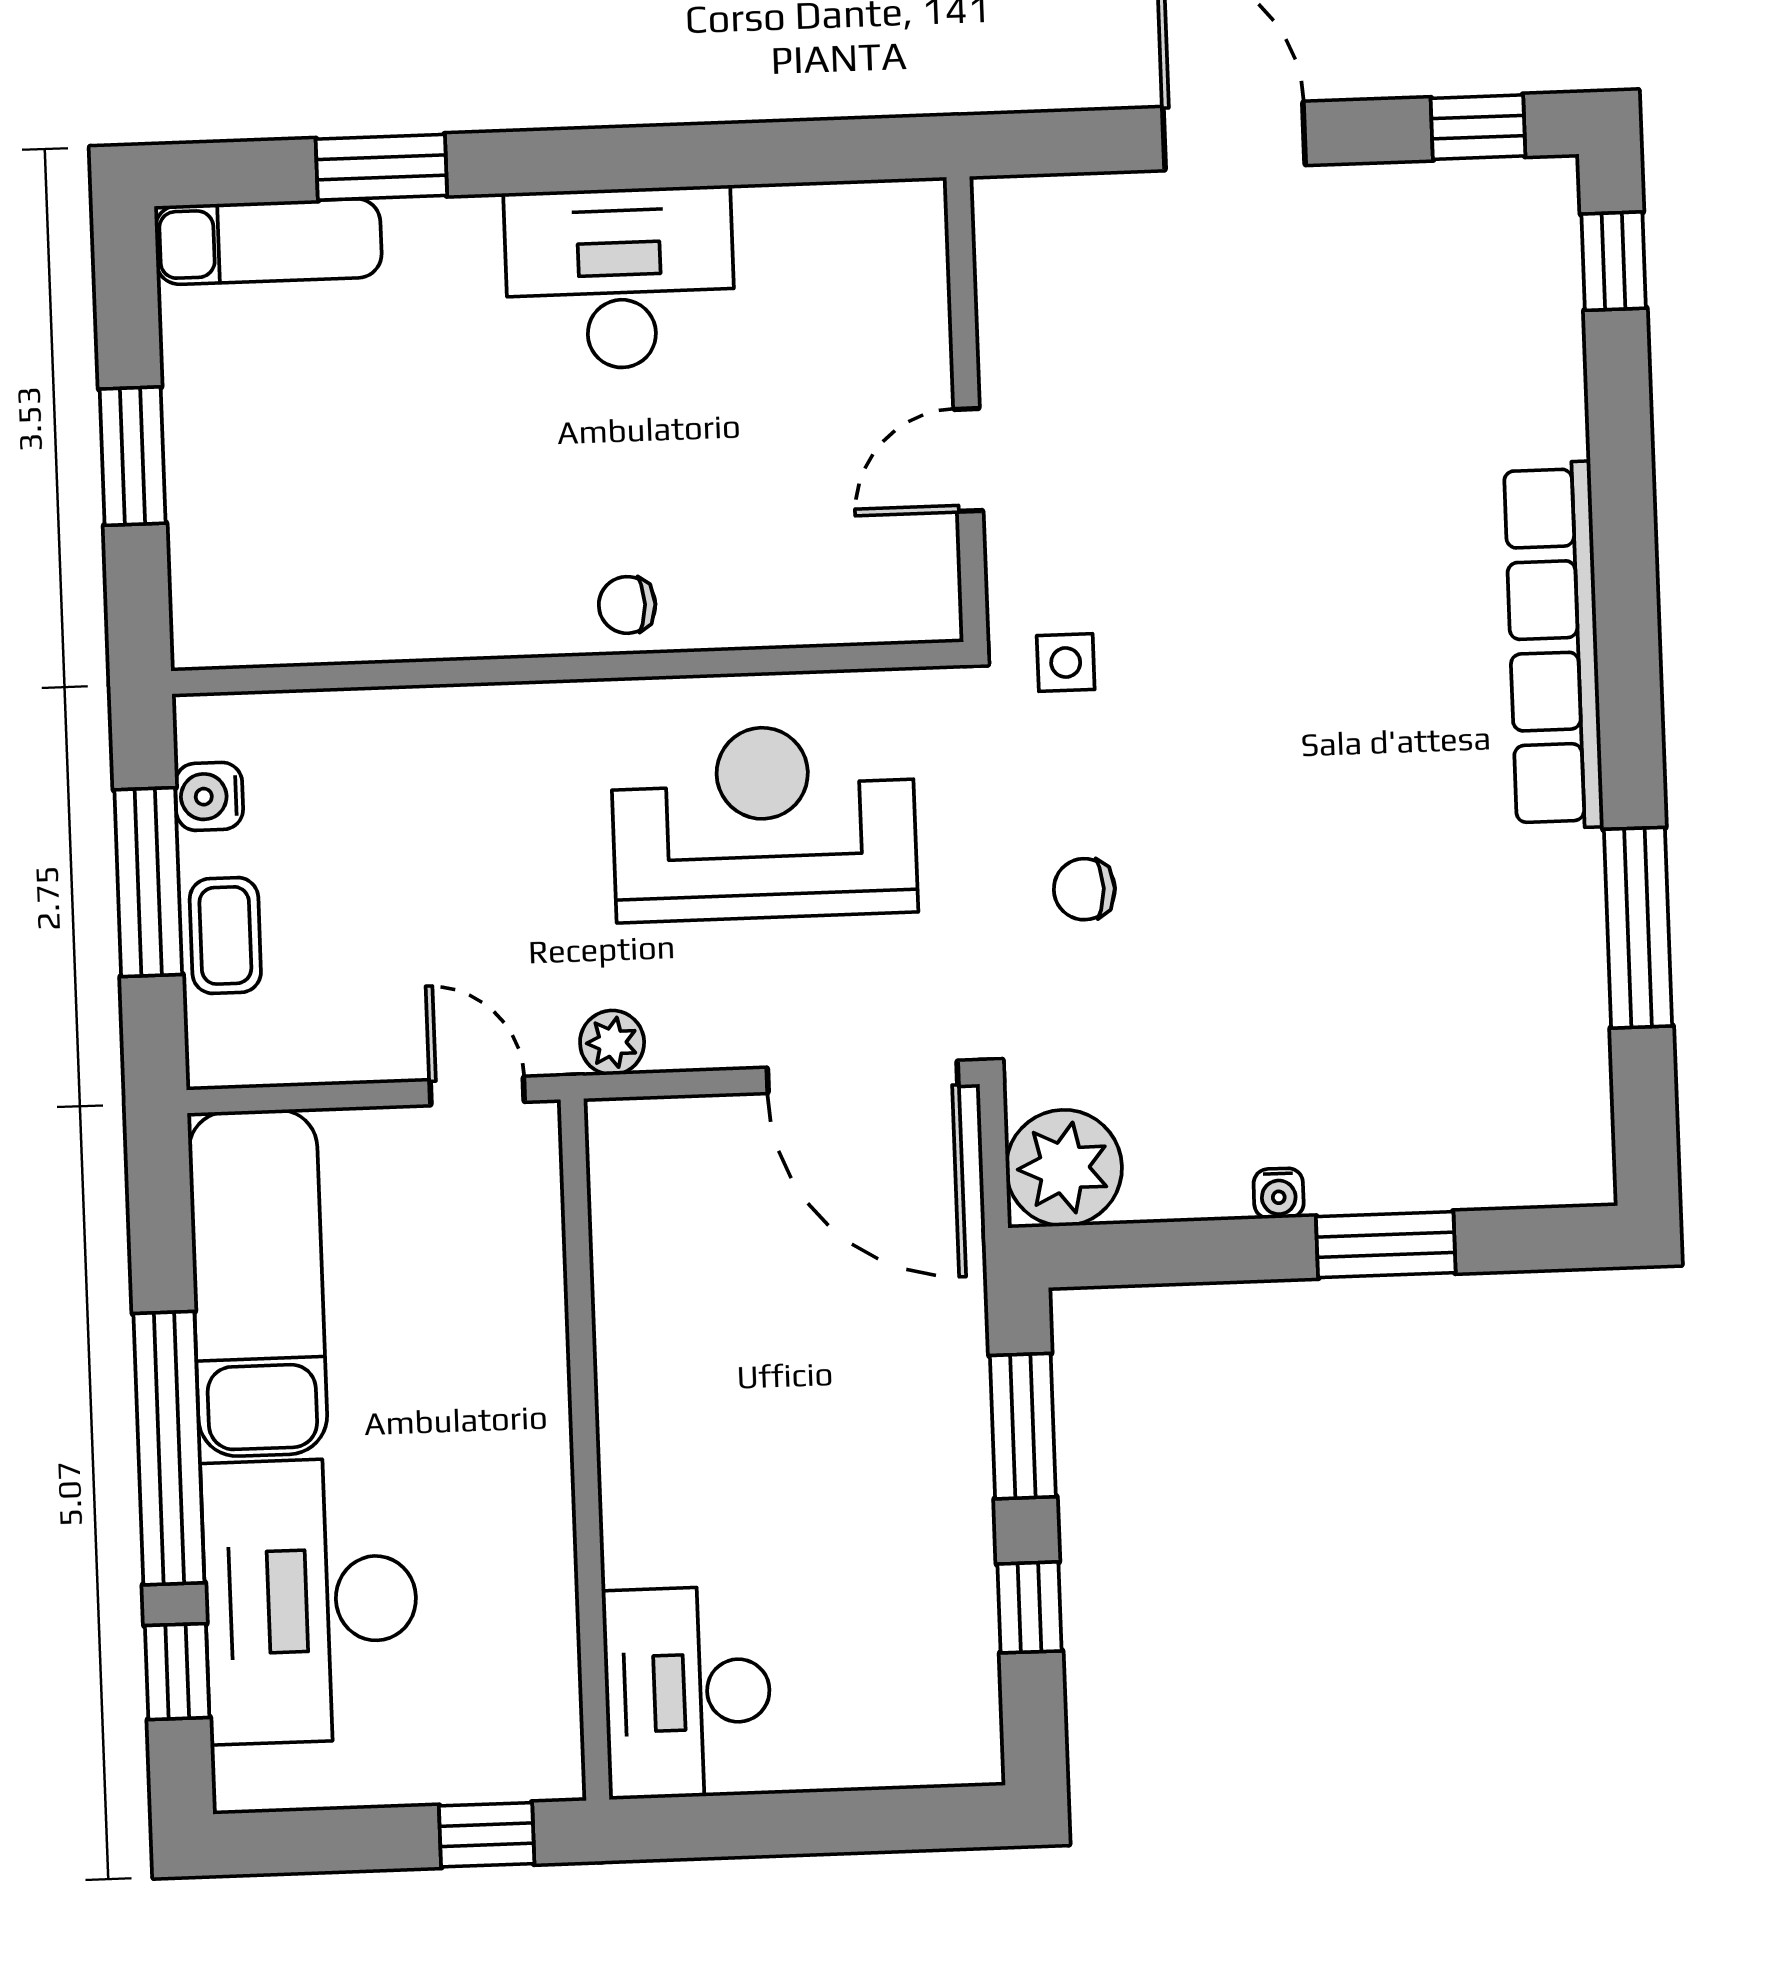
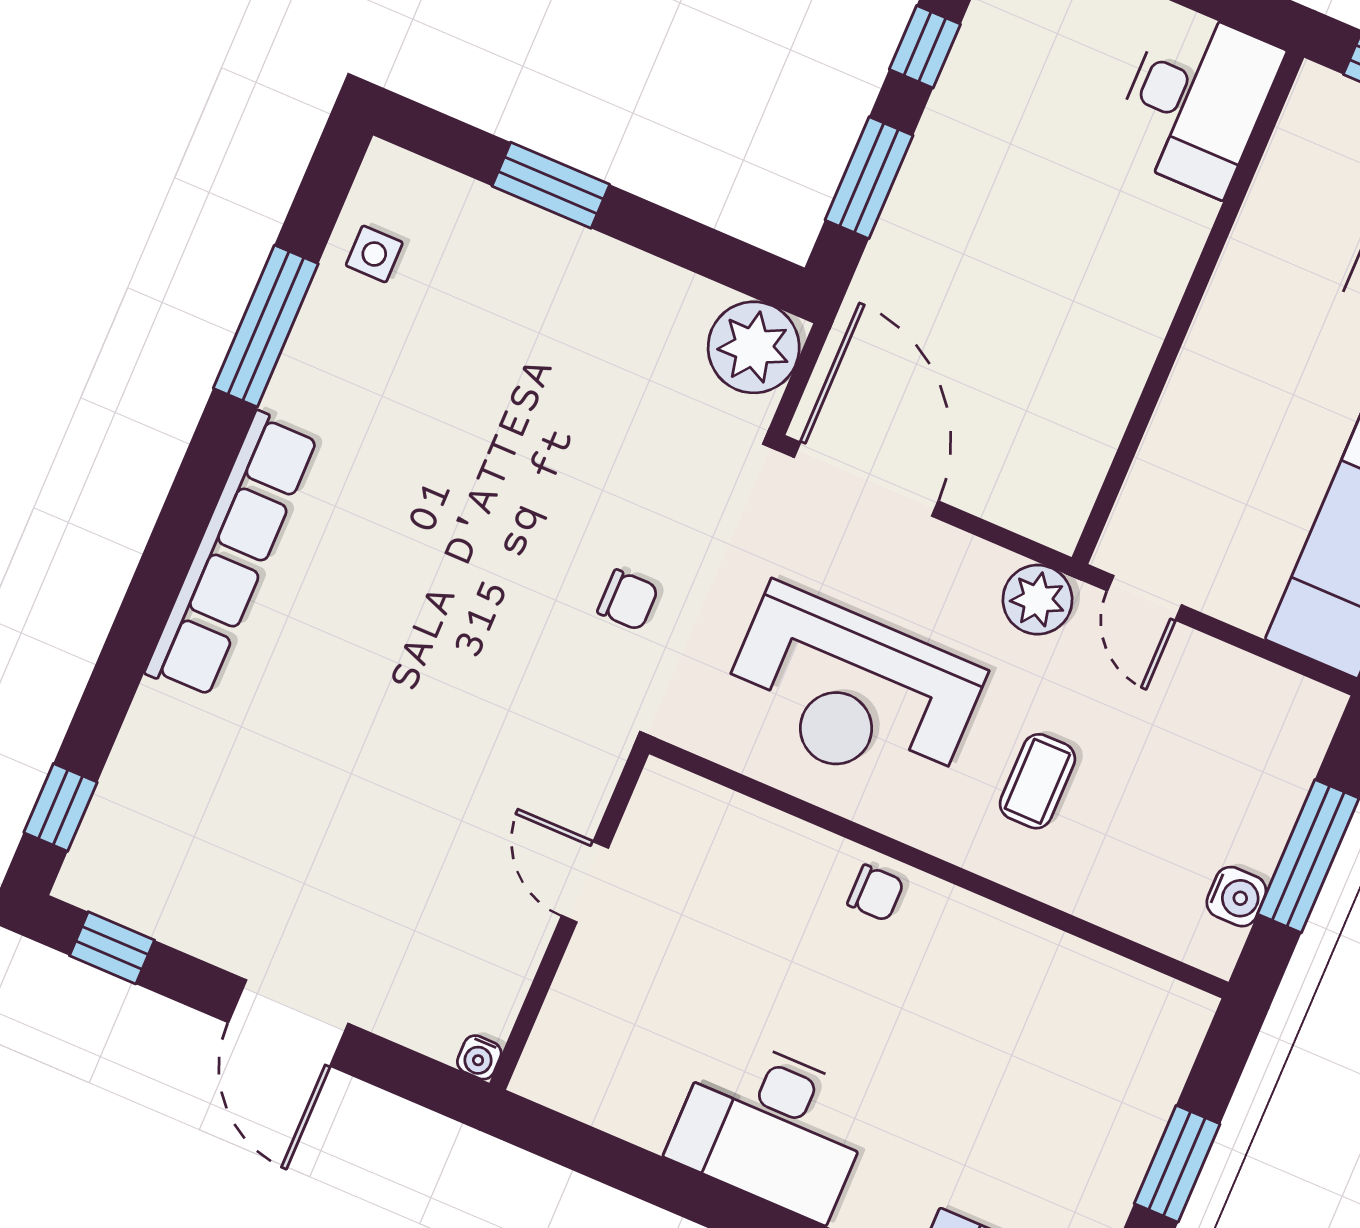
door: (968, 460) -> (585, 882), swing flipped
side table: (1066, 662) -> (374, 254), moved
chair: (1084, 889) -> (628, 600), moved
coffee table: (225, 935) -> (1037, 781), moved
plant: (612, 1043) -> (1038, 600), width x1.38, depth x1.38
water cooler: (1279, 1193) -> (479, 1057), moved, turned 180

